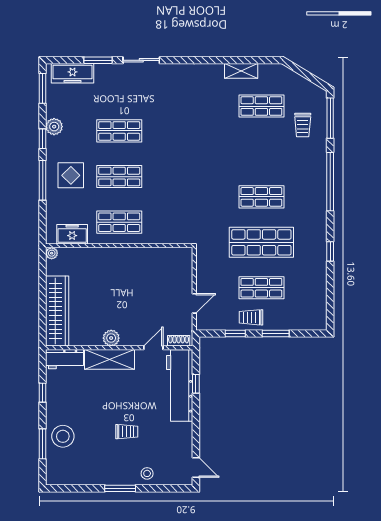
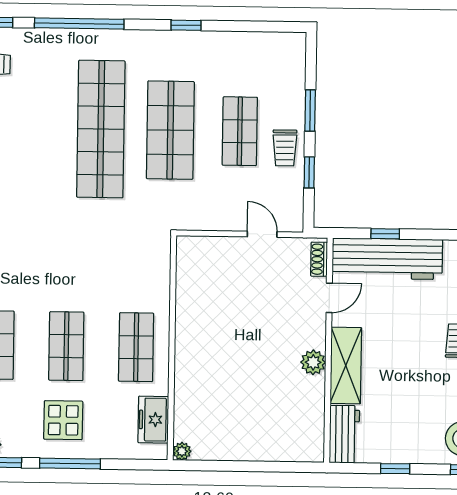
shop shelf: (261, 197) -> (101, 129), width x2.00, depth x1.36
wardrobe: (57, 311) -> (270, 444), removed
door: (153, 348) -> (329, 298), swing flipped

